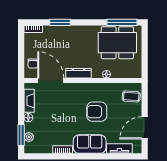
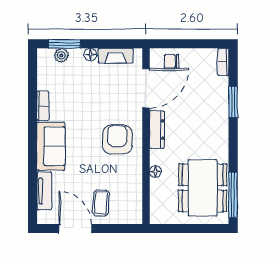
coffee table: (131, 96) -> (101, 203), moved
armchair: (97, 112) -> (117, 140), moved

